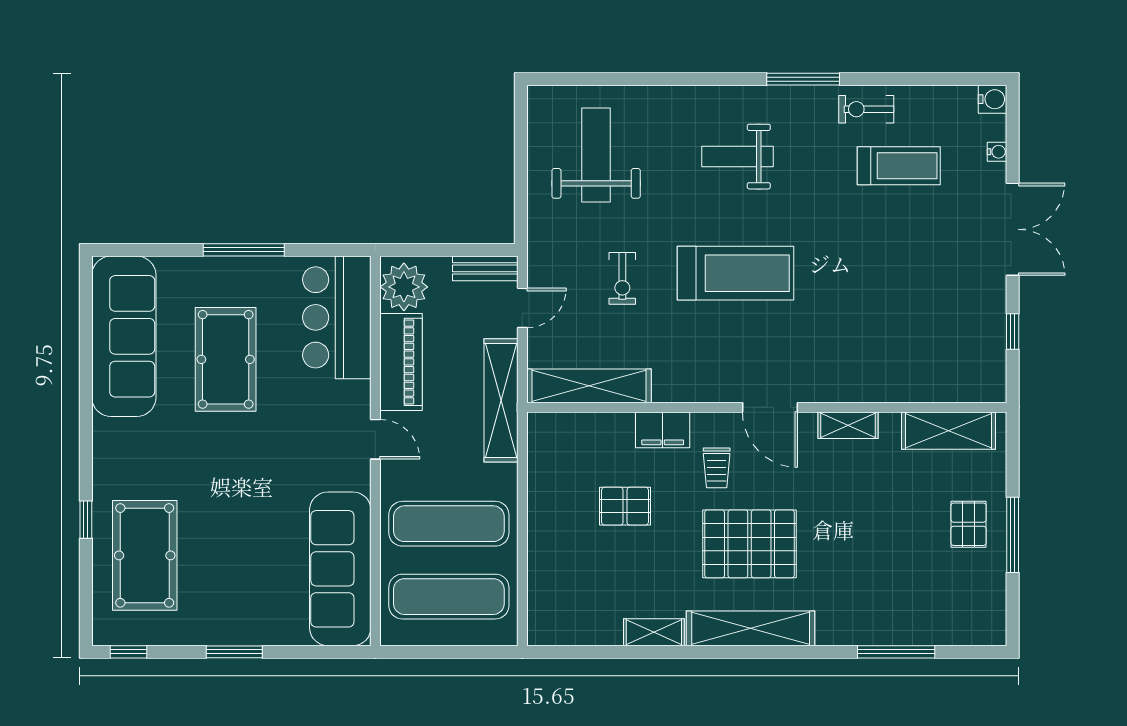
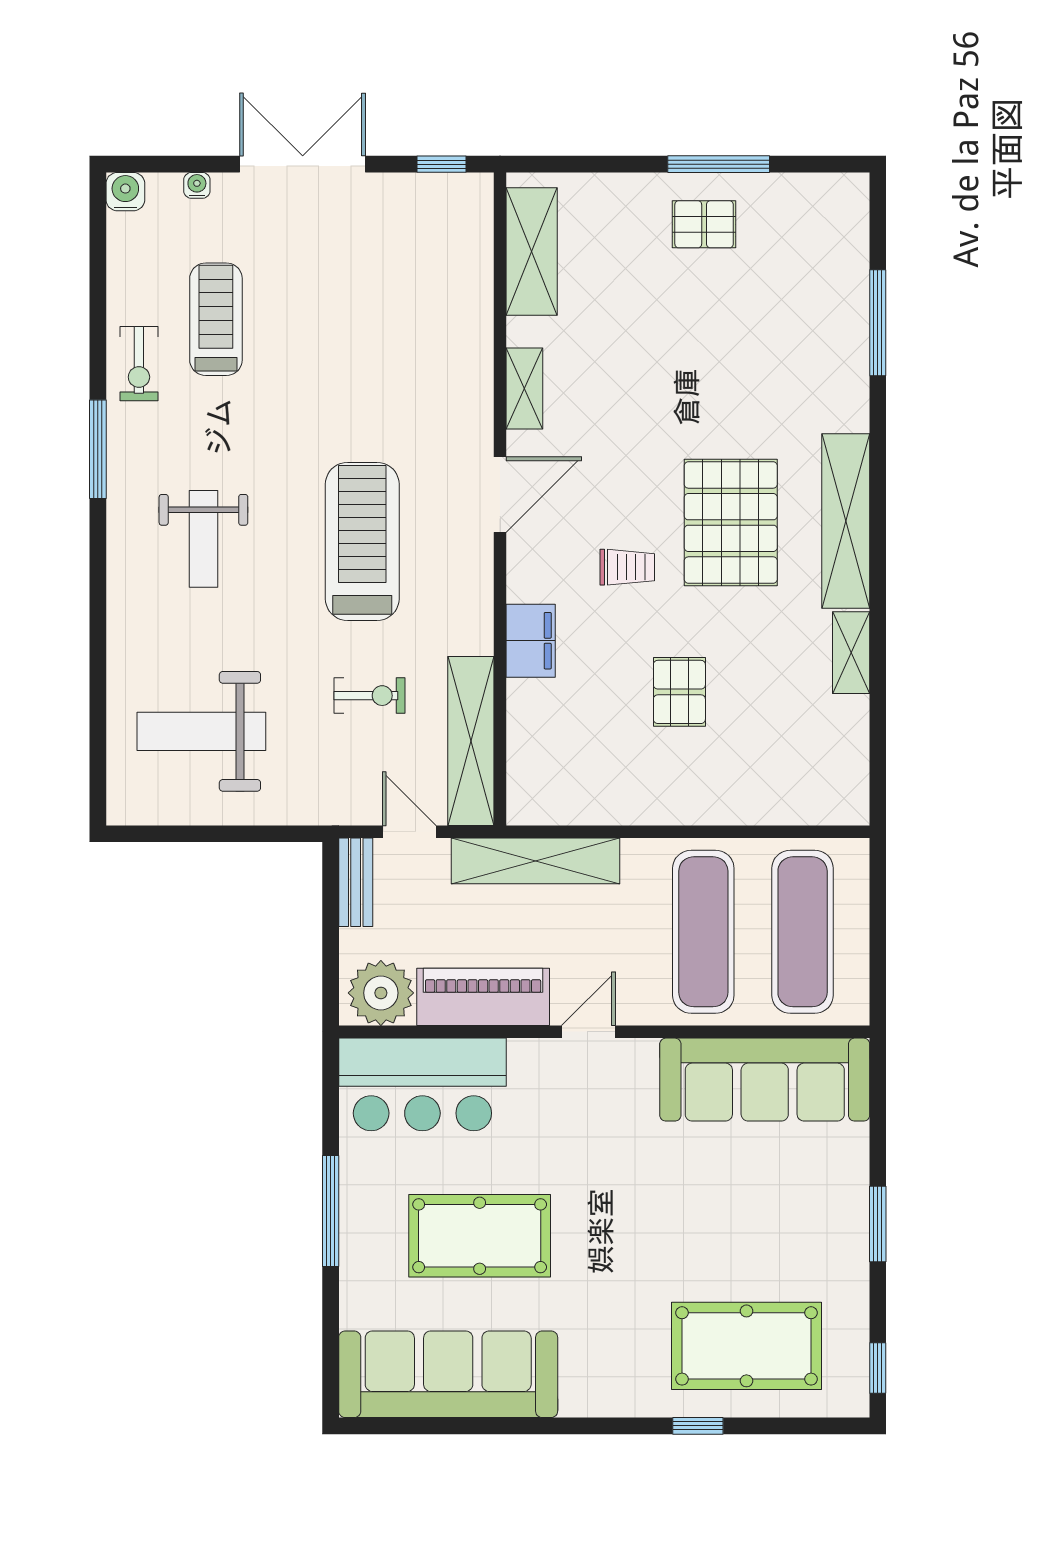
shelving: (589, 386) -> (471, 741), moved
wall: (767, 407) -> (500, 499), moved
door: (770, 407) -> (500, 495), moved
shelving: (848, 425) -> (524, 388), moved
filing cabinet: (663, 430) -> (531, 641), moved
shelving: (949, 431) -> (532, 251), moved

